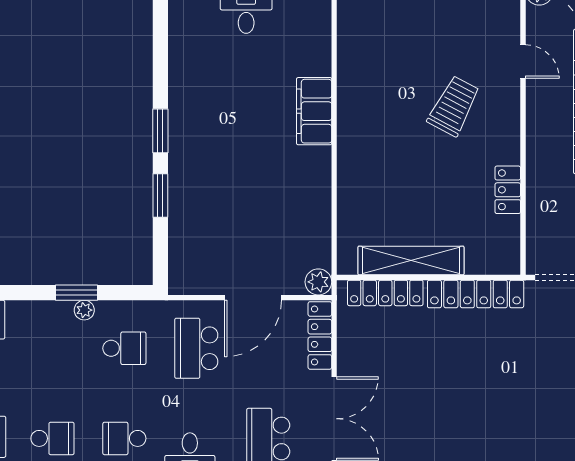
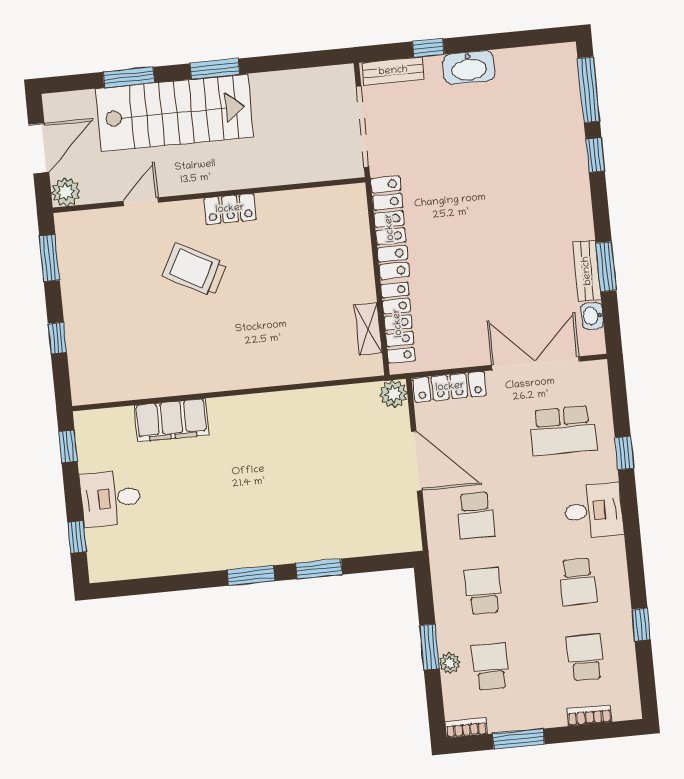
filing cabinet: (314, 111) -> (172, 420), moved
locker: (508, 190) -> (230, 209), moved
shelving: (411, 261) -> (368, 329), width x0.45, depth x0.75
plant: (84, 310) -> (450, 663), moved
school desk: (52, 348) -> (491, 666), added
school desk: (196, 348) -> (476, 515), width x0.54

